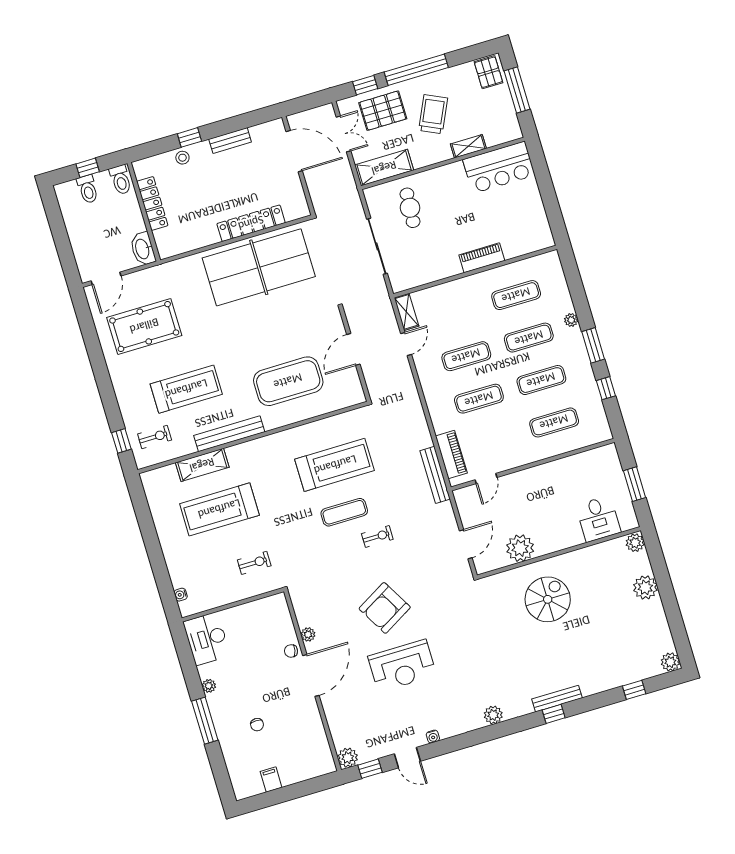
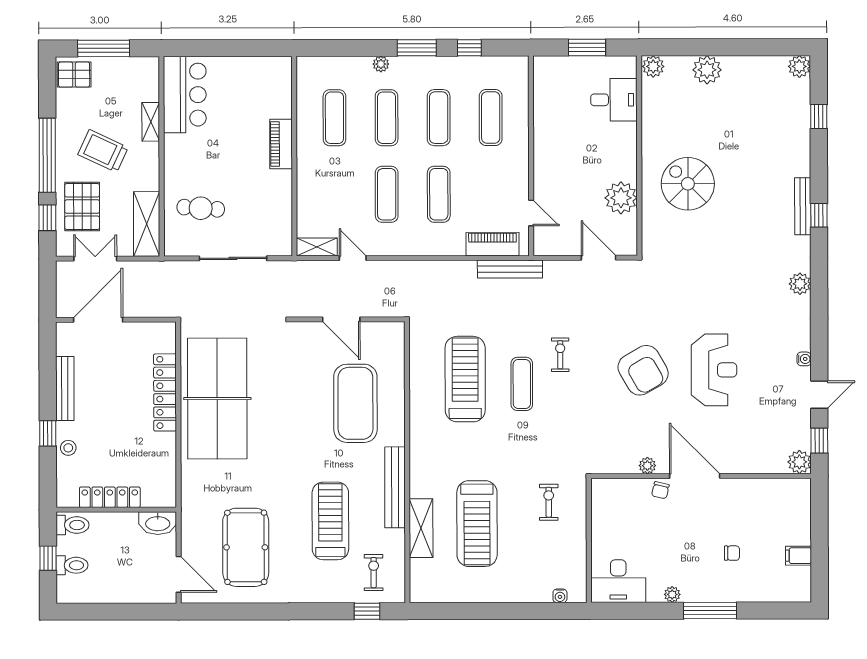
bench: (230, 141) -> (65, 389), width x1.36

